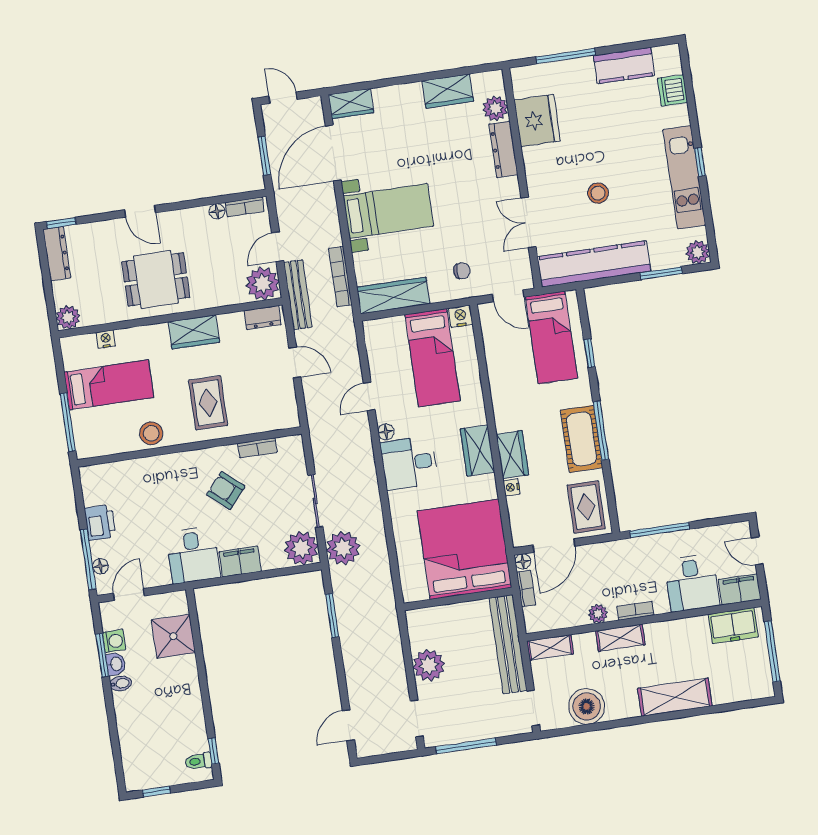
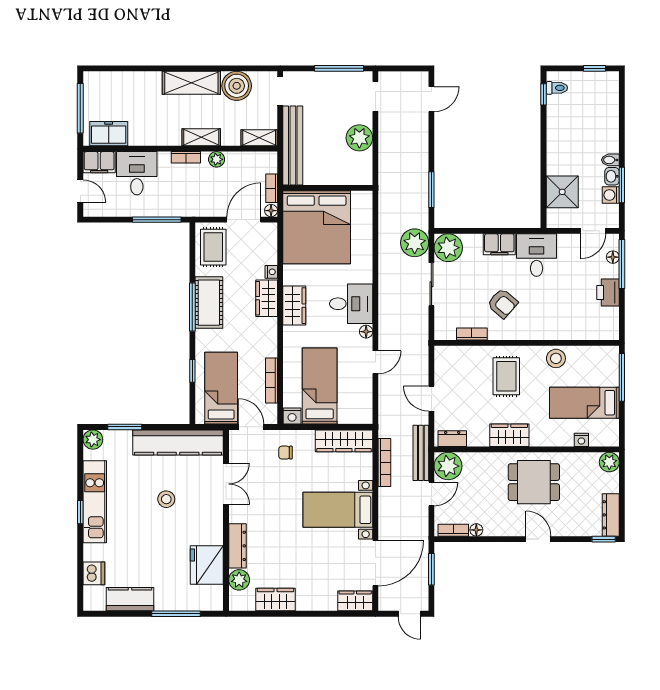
bookcase: (492, 356) -> (272, 380), added
shelving: (675, 697) -> (191, 83), moved

